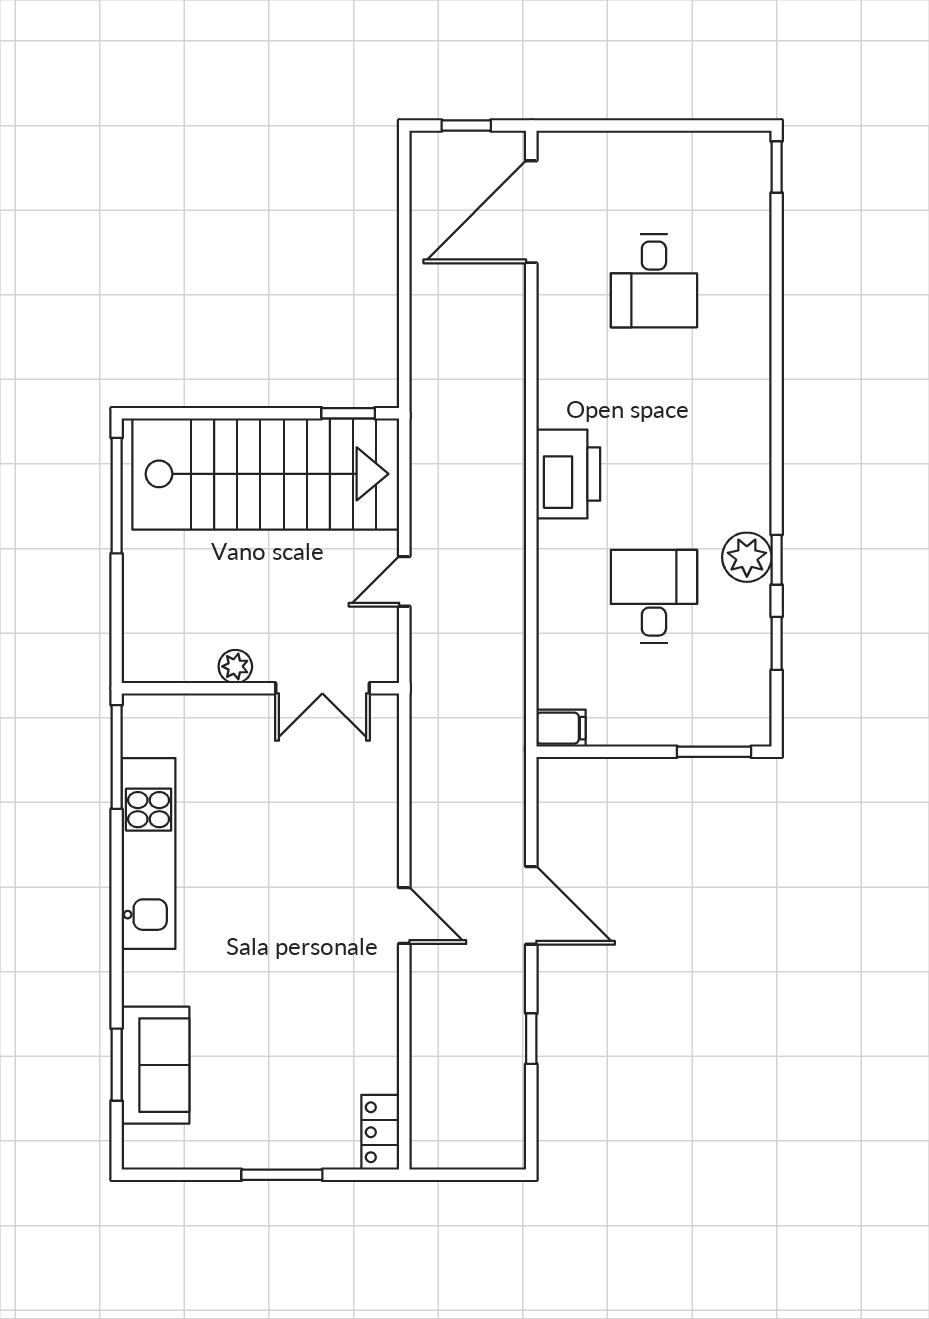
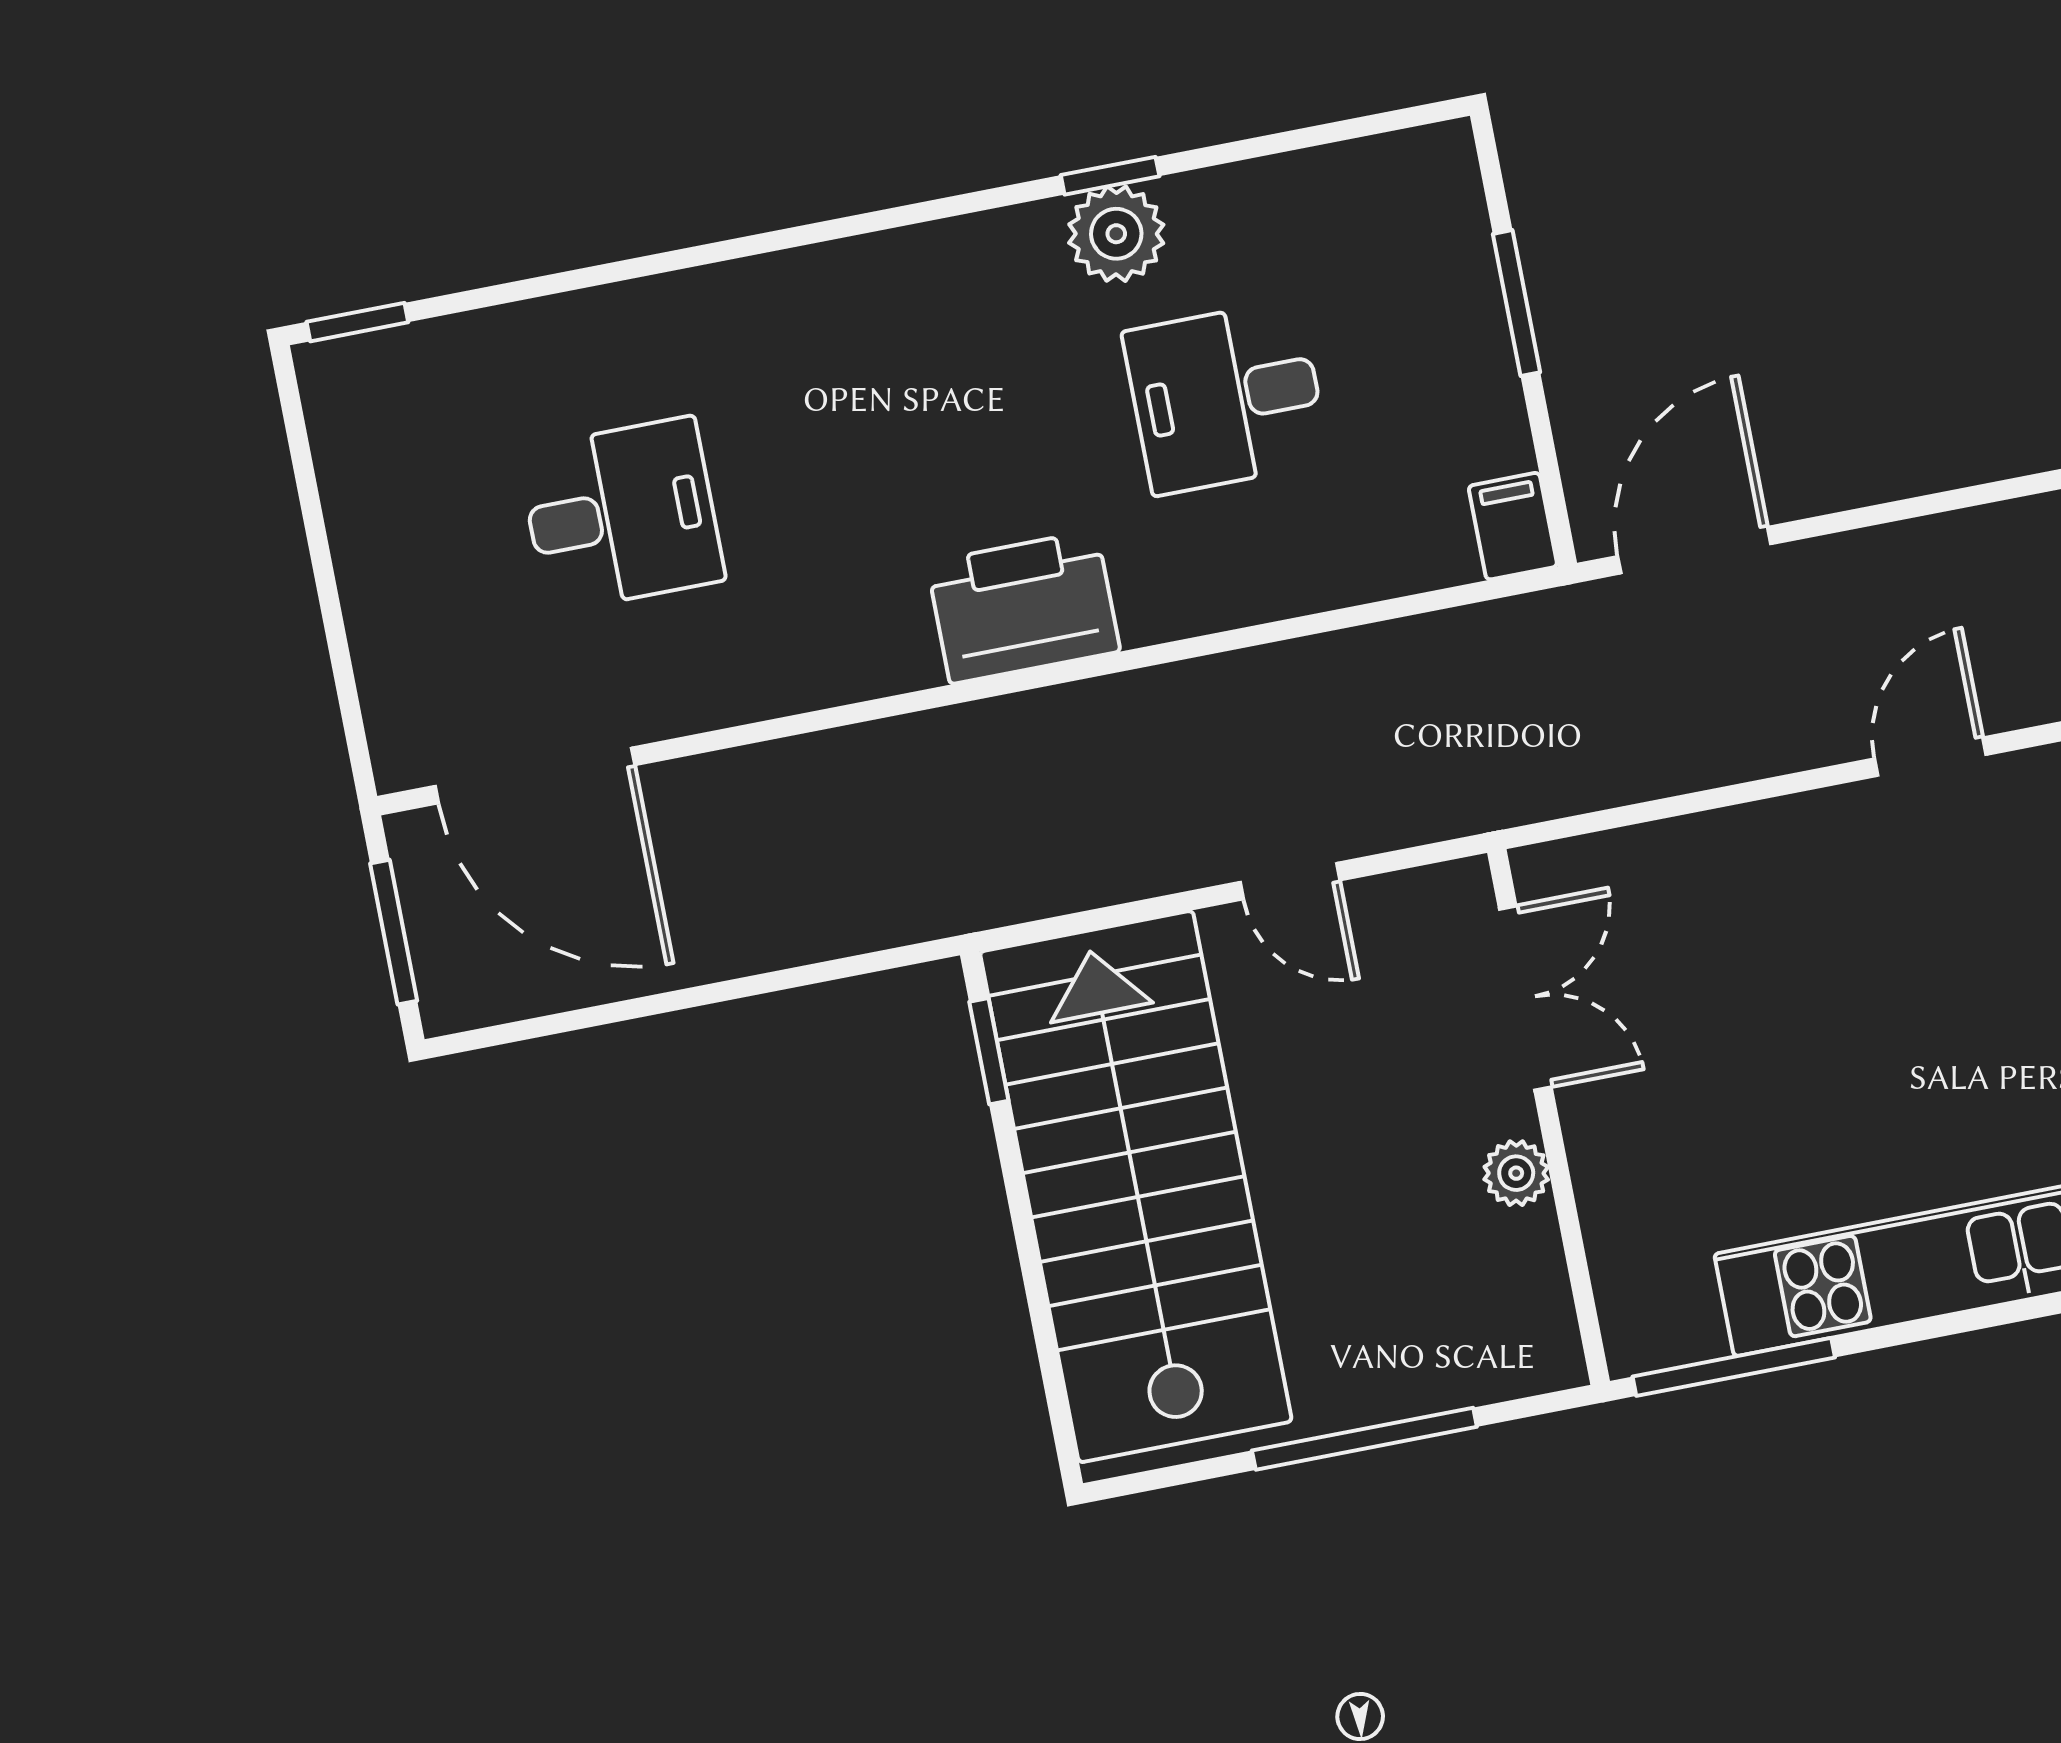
window: (466, 126) -> (394, 932), width x1.50
window: (117, 496) -> (1364, 1439), moved
window: (777, 643) -> (1270, 145), removed
window: (714, 752) -> (1516, 303), moved
door: (531, 905) -> (1694, 550), moved

